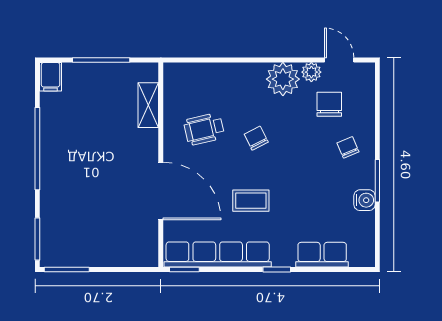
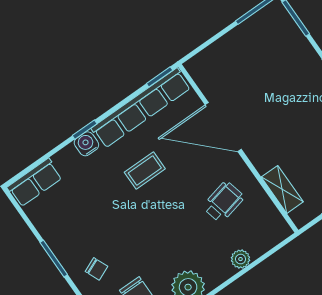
plant: (223, 72) -> (240, 259), added
chair: (256, 138) -> (176, 224), removed
water cooler: (365, 200) -> (86, 144), moved, turned 90
row of seats: (322, 255) -> (35, 183), moved

